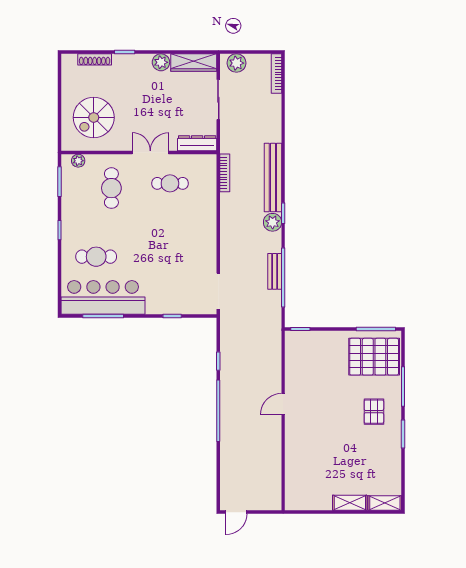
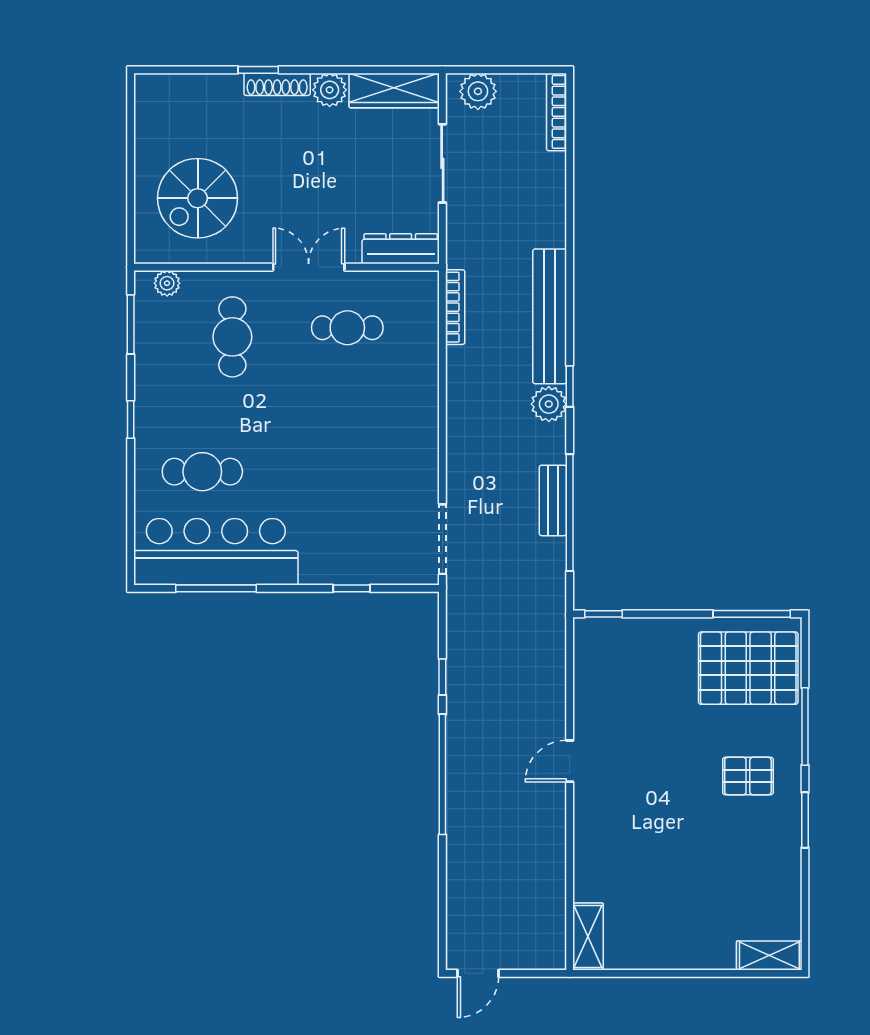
shoe rack: (95, 59) -> (277, 84), moved
pallet: (374, 412) -> (748, 776), turned 90
shelving: (350, 503) -> (588, 937), moved, turned 90

